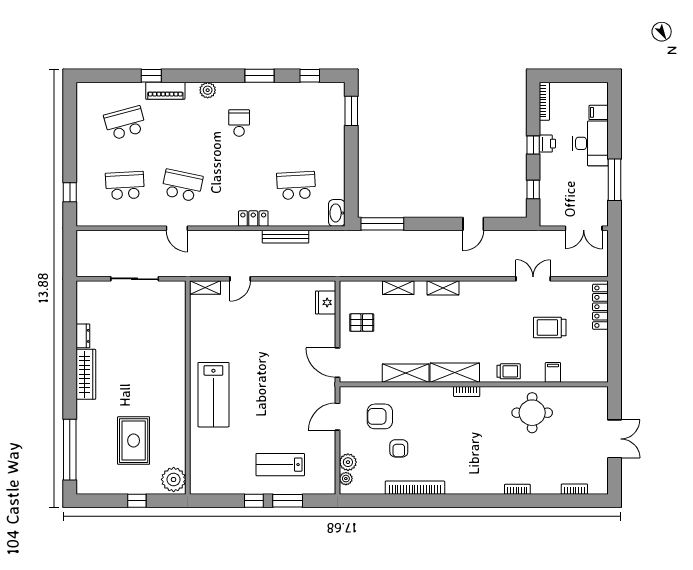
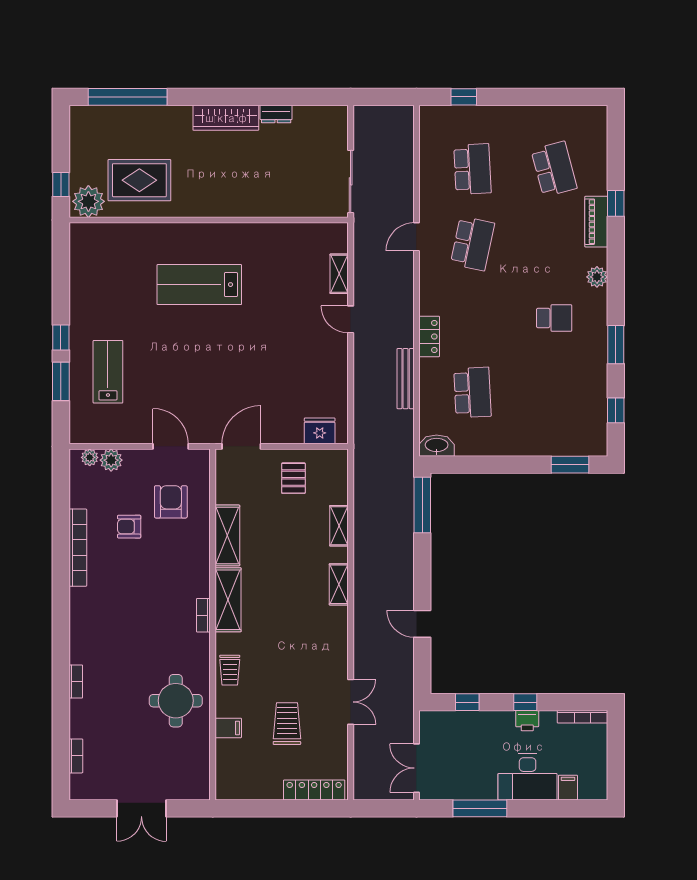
wall: (188, 388) -> (209, 220), moved
plant: (174, 479) -> (88, 201), moved

